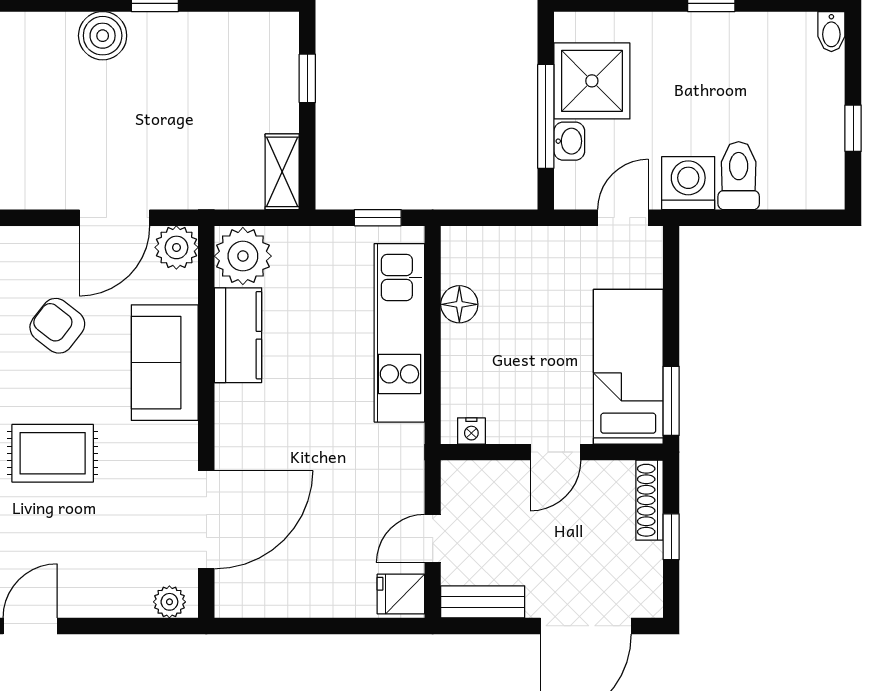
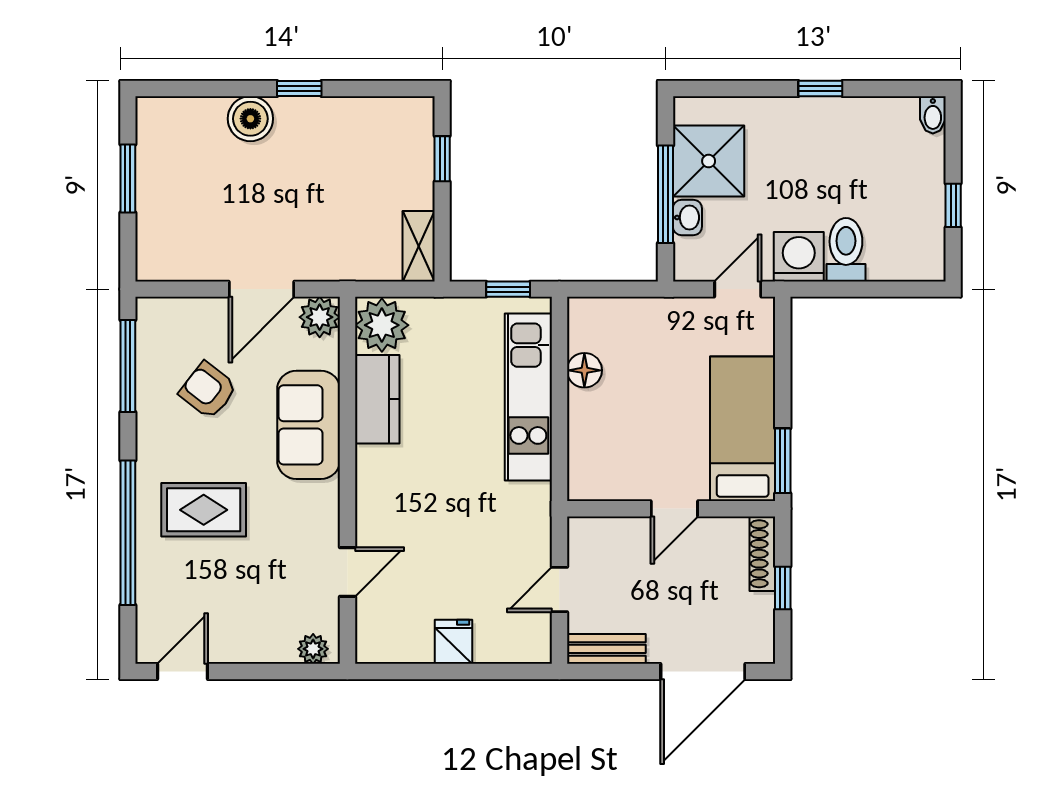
nightstand: (471, 431) -> (596, 489), removed
door: (206, 520) -> (347, 572), width x0.53
fridge: (401, 594) -> (454, 642), moved, turned 90

